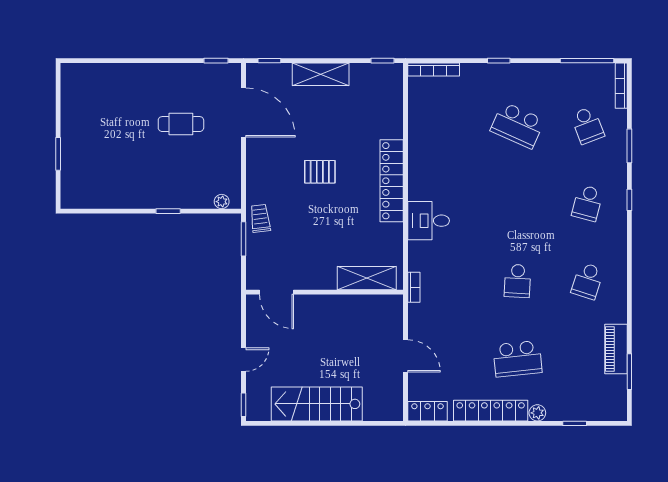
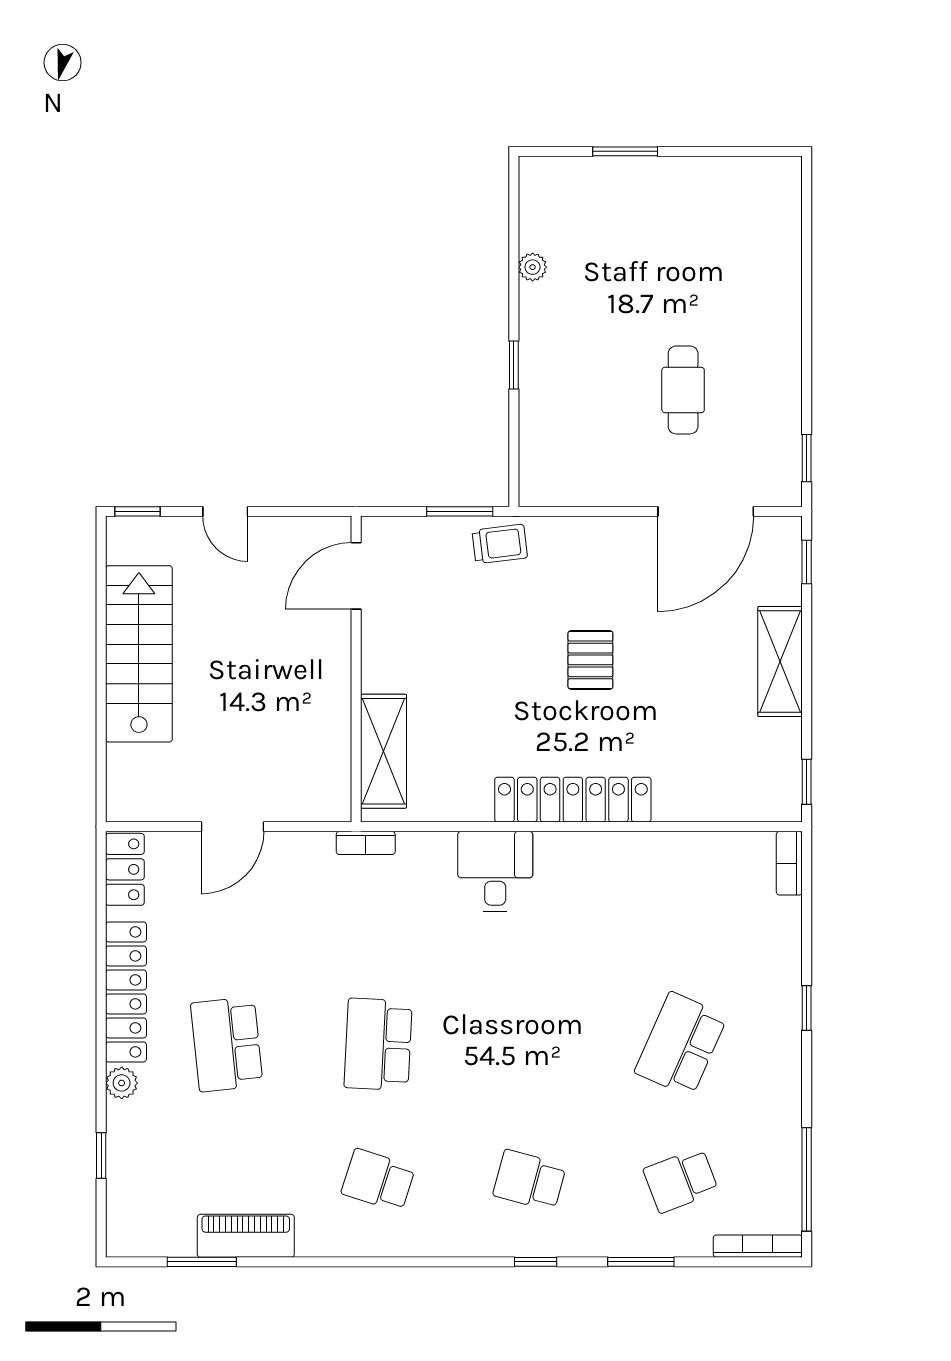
bookcase: (434, 69) -> (789, 863), width x0.64
plant: (222, 202) -> (533, 267), moved
school desk: (517, 281) -> (378, 1044), width x1.85

